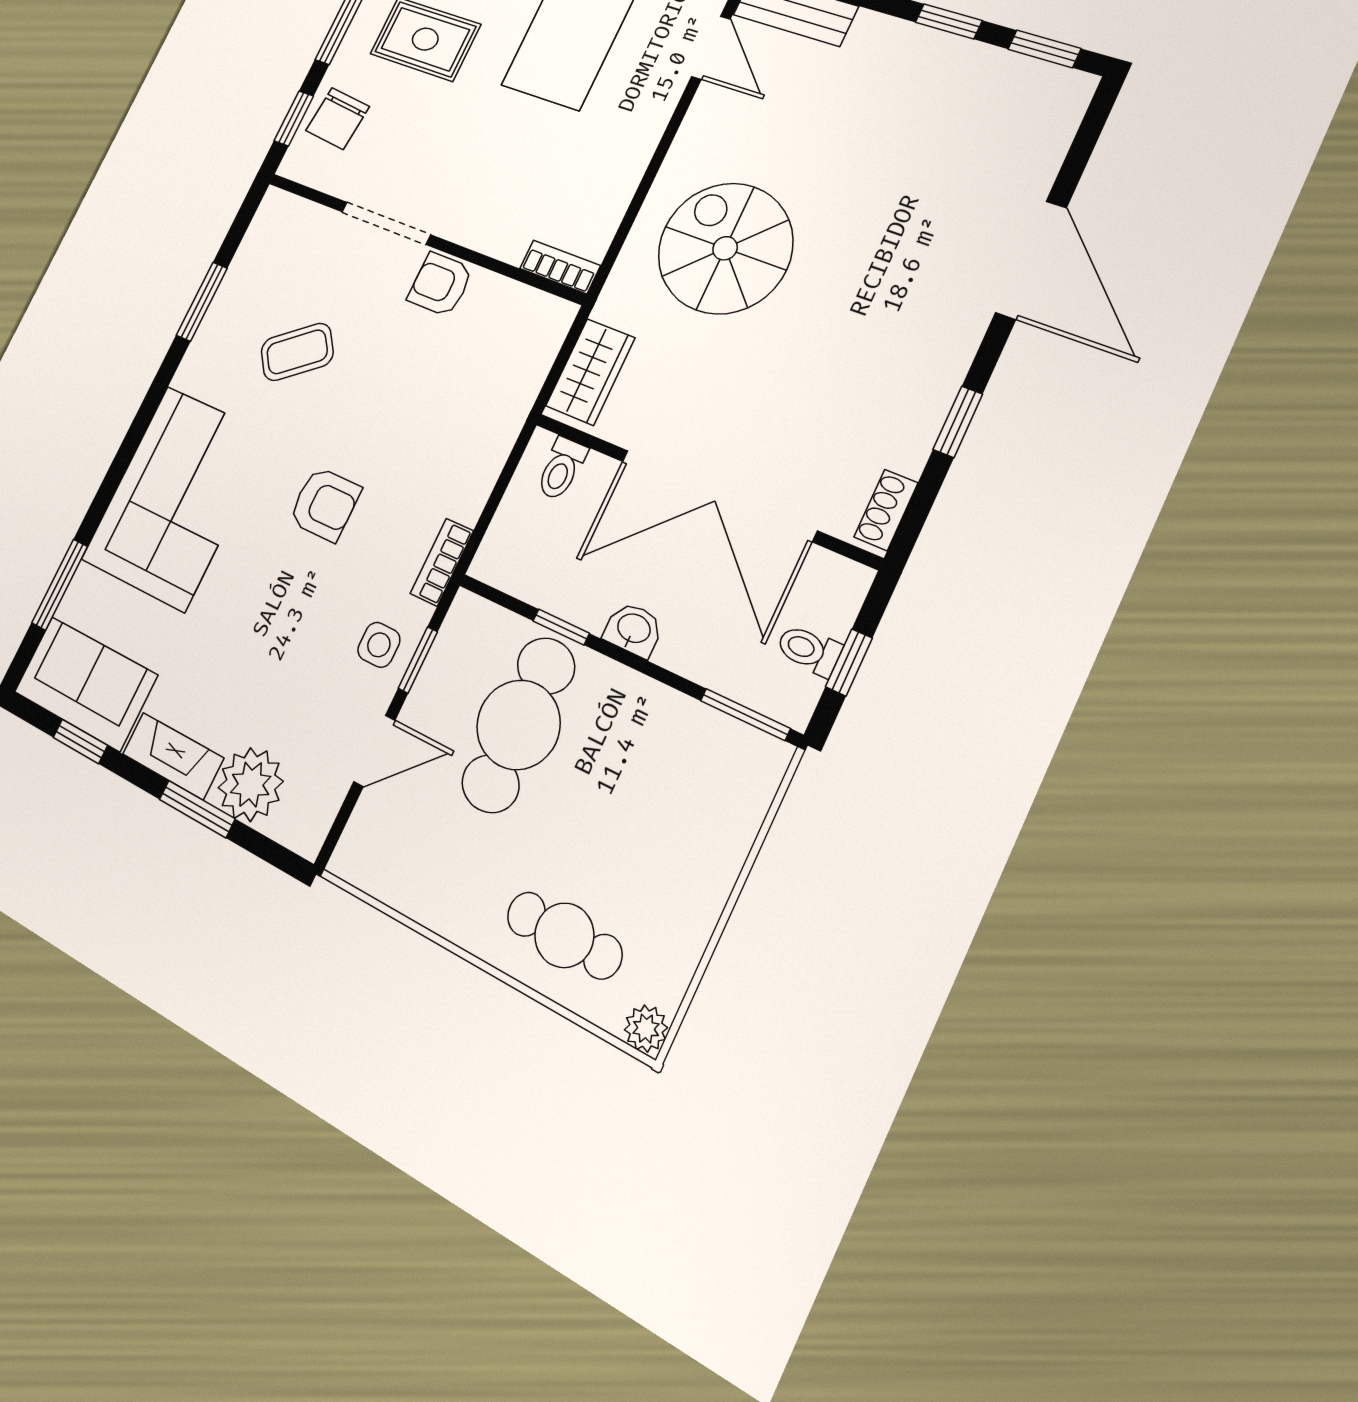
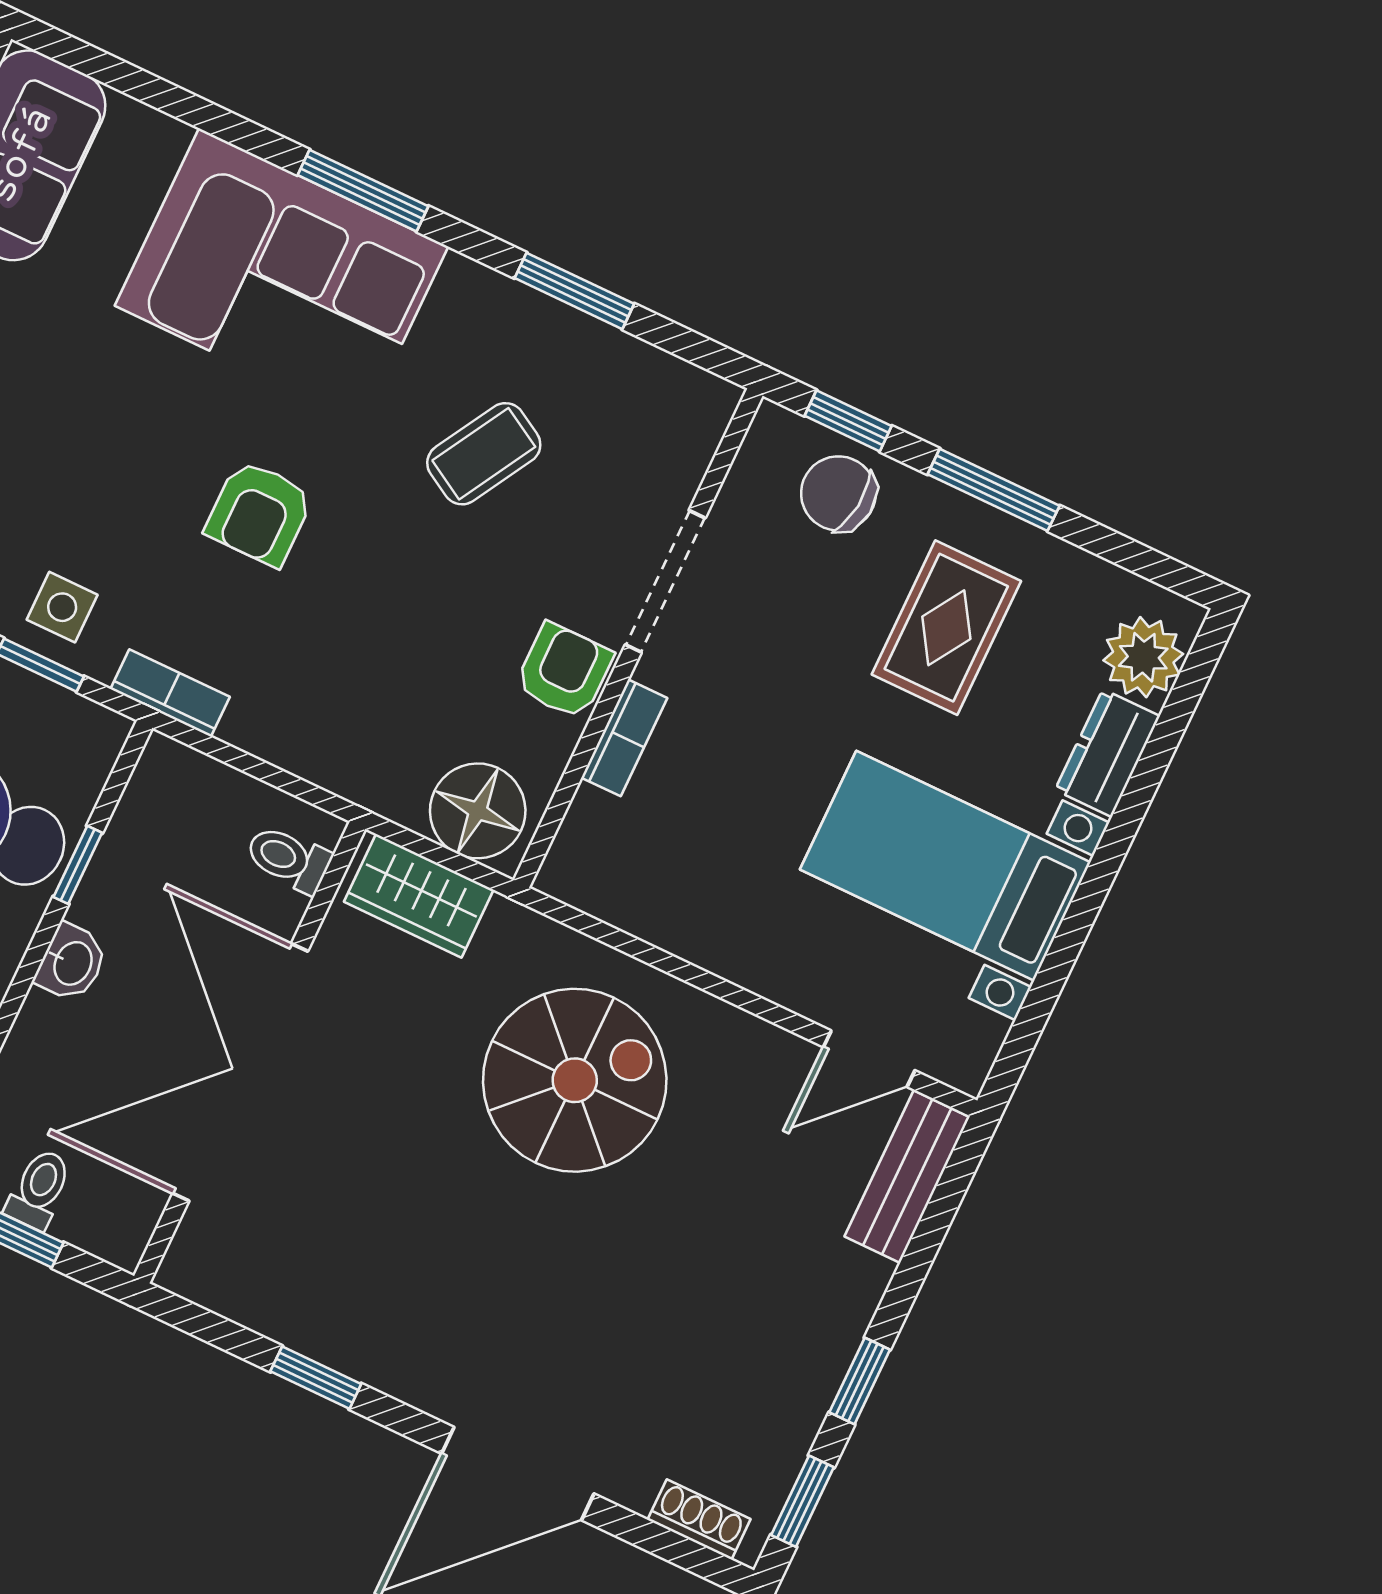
bookcase: (560, 267) -> (624, 738), moved
floor lamp: (532, 335) -> (478, 811), added
coffee table: (297, 352) -> (484, 454), turned 67
shoe rack: (886, 510) -> (699, 1519), moved
window: (60, 585) -> (363, 191), moved

